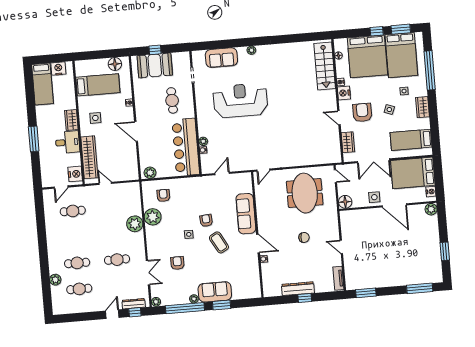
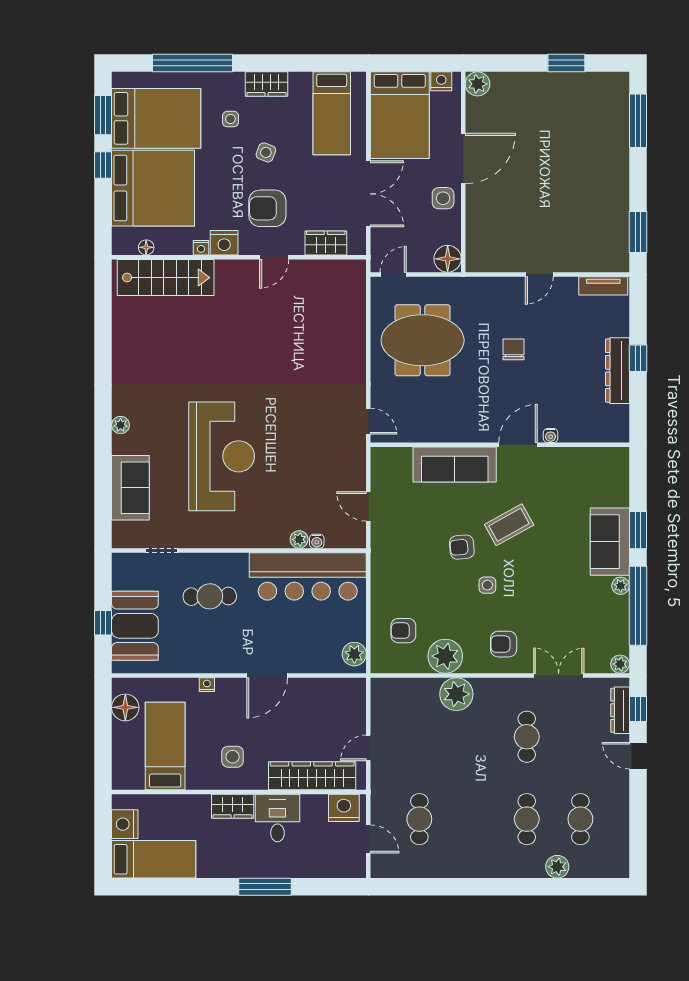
reception desk: (240, 100) -> (222, 456), turned 180
armchair: (177, 263) -> (504, 644), moved

